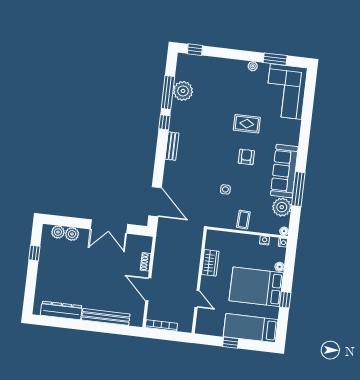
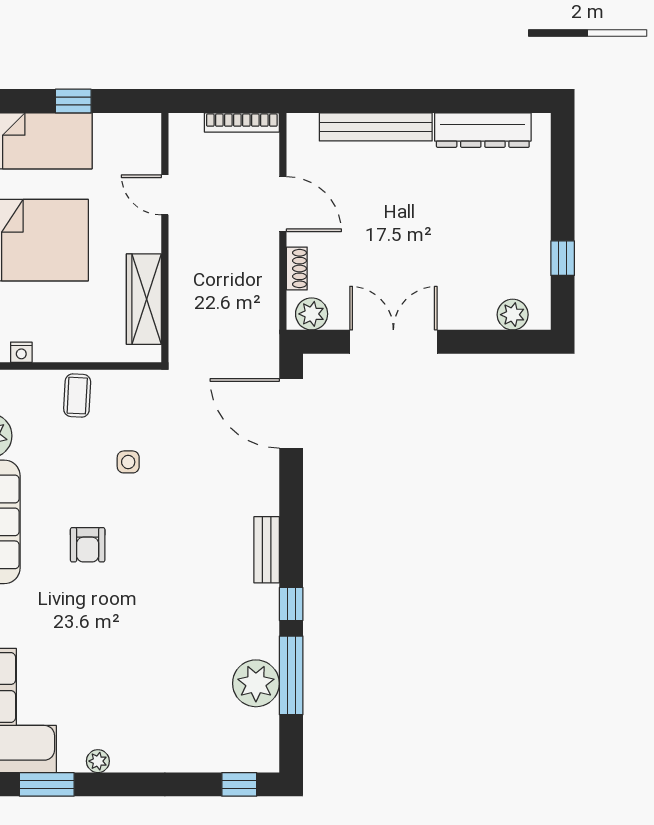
rug: (247, 124) -> (96, 623), removed
plant: (72, 234) -> (312, 314), moved
wardrobe: (210, 263) -> (144, 299), width x1.50

